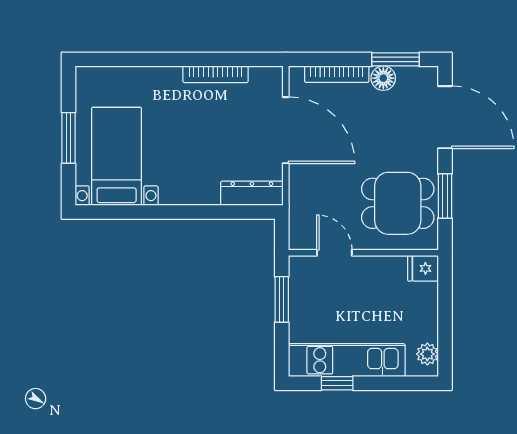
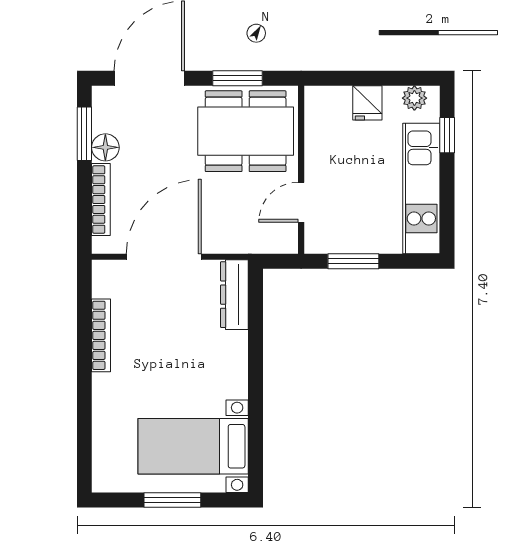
dining table: (398, 203) -> (246, 131), width x1.38
fridge: (423, 268) -> (367, 103), moved
window: (337, 383) -> (447, 135), moved

